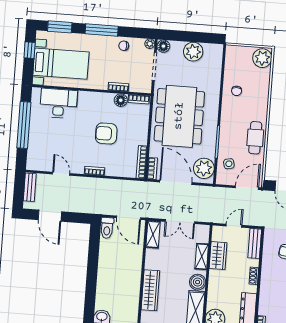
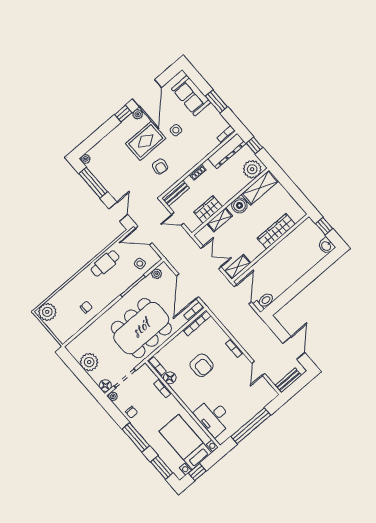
plant: (204, 168) -> (157, 274), width x0.53, depth x0.53

